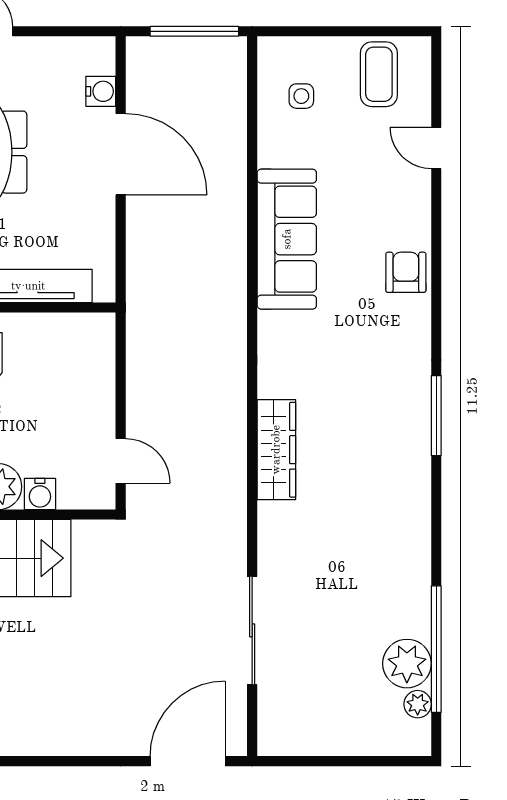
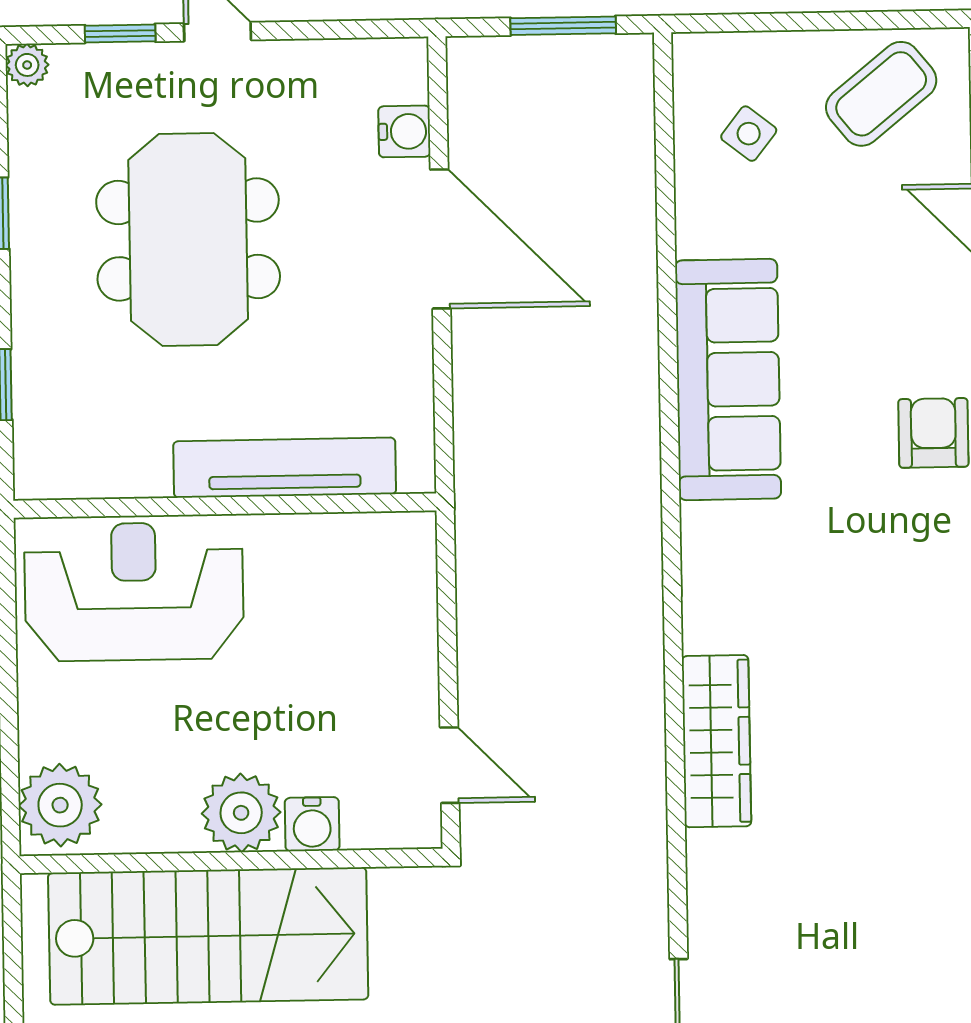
window: (194, 31) -> (563, 26), width x0.69
coffee table: (379, 74) -> (881, 94), turned 51
side table: (301, 96) -> (749, 134), turned 38

